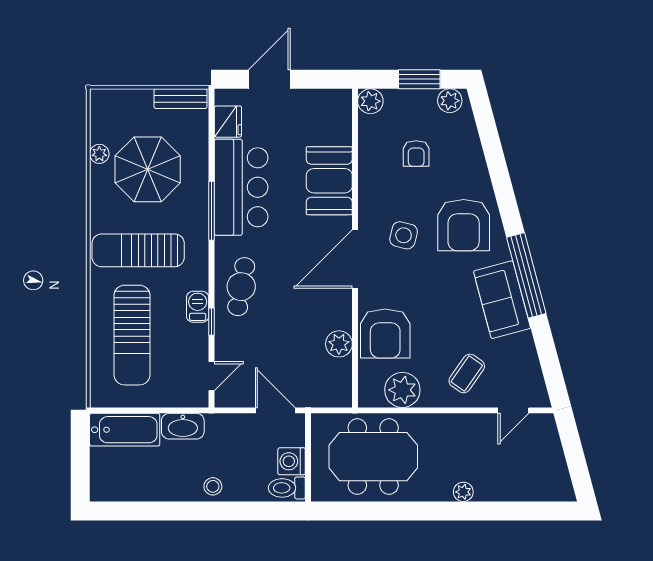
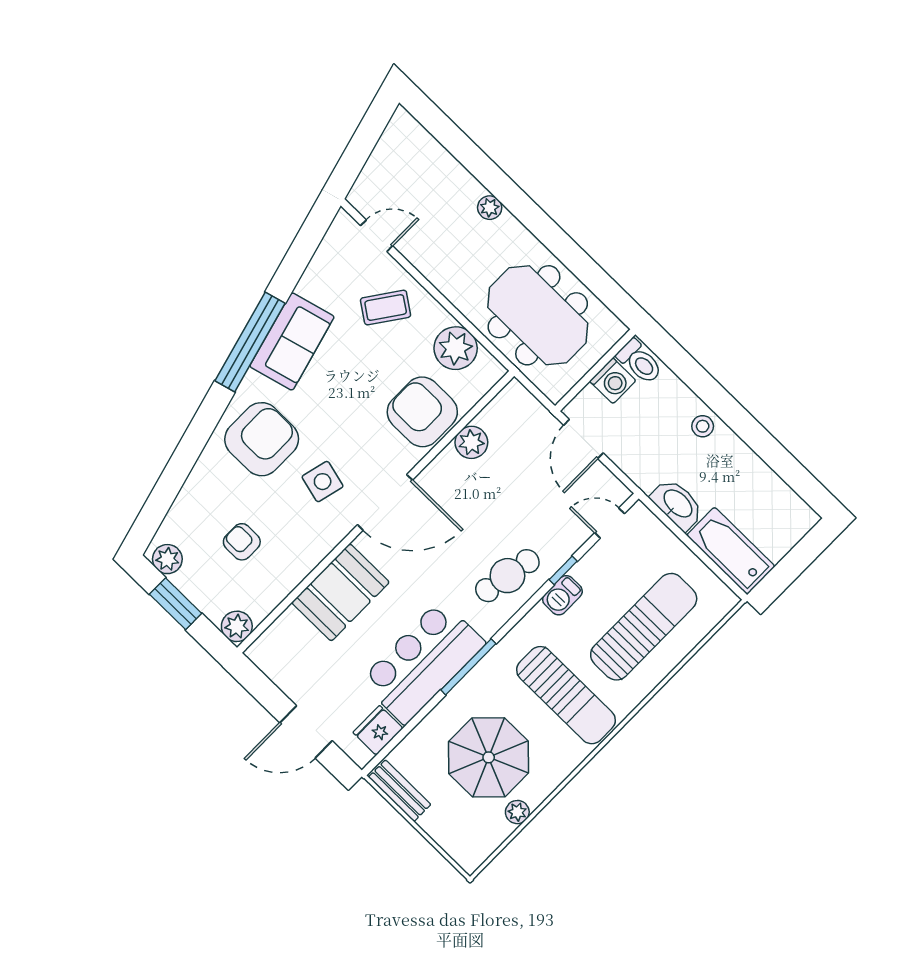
armchair: (416, 154) -> (242, 542), turned -90
armchair: (385, 334) -> (422, 412), turned -90

